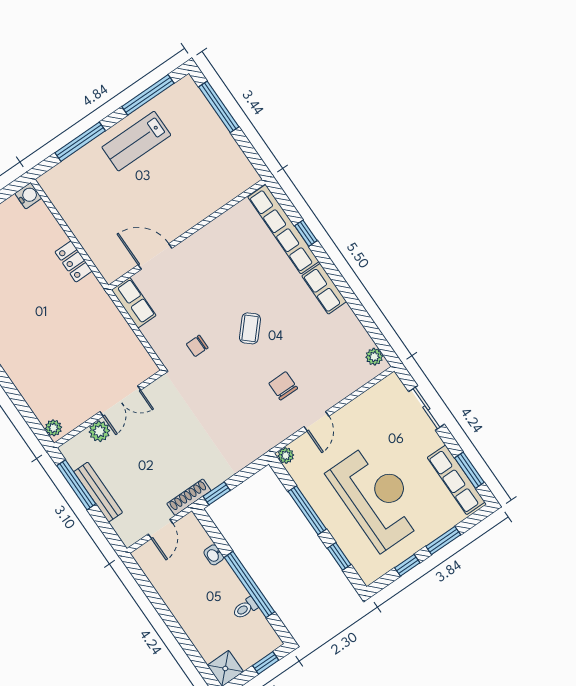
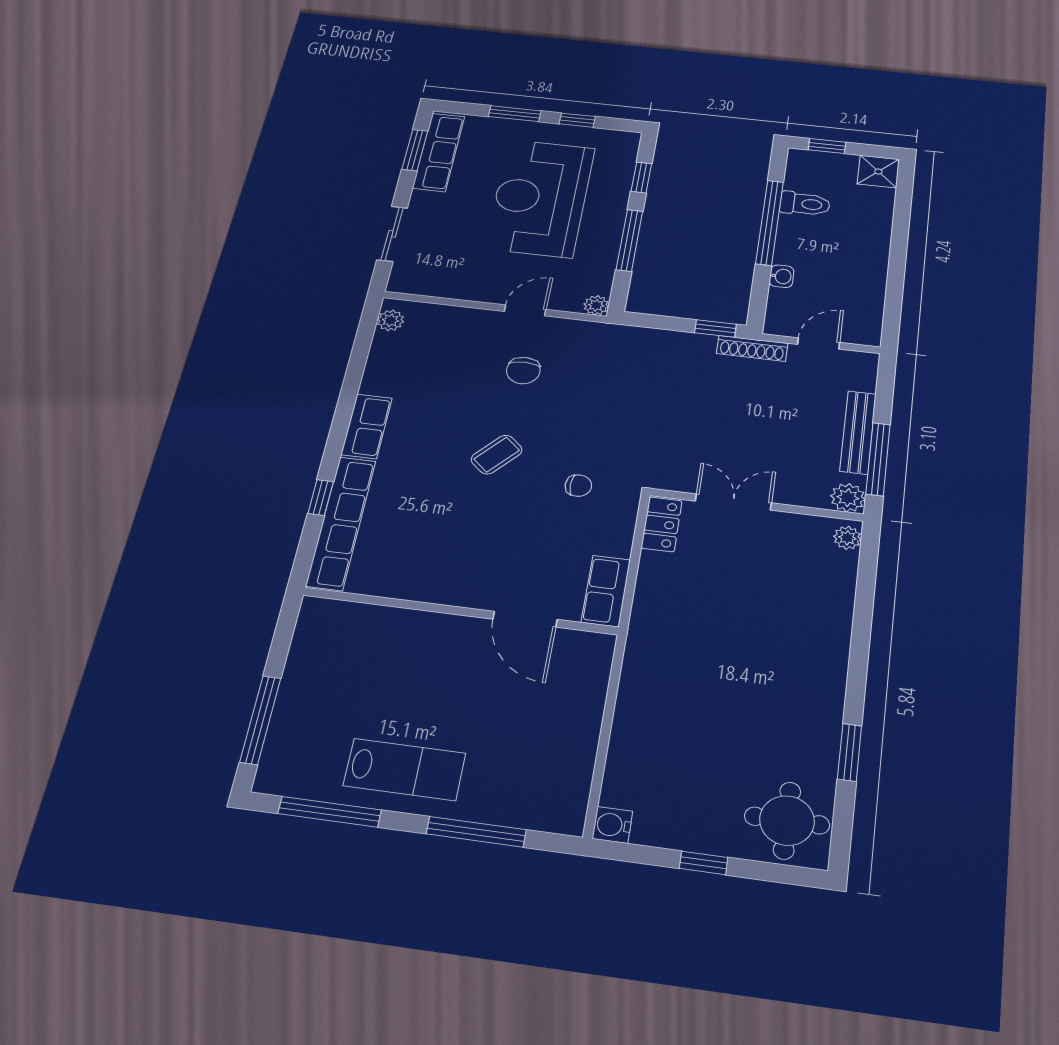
locker: (74, 261) -> (662, 524), moved
plant: (99, 431) -> (848, 498), moved
toilet: (245, 608) -> (805, 204), width x1.37, depth x1.39

